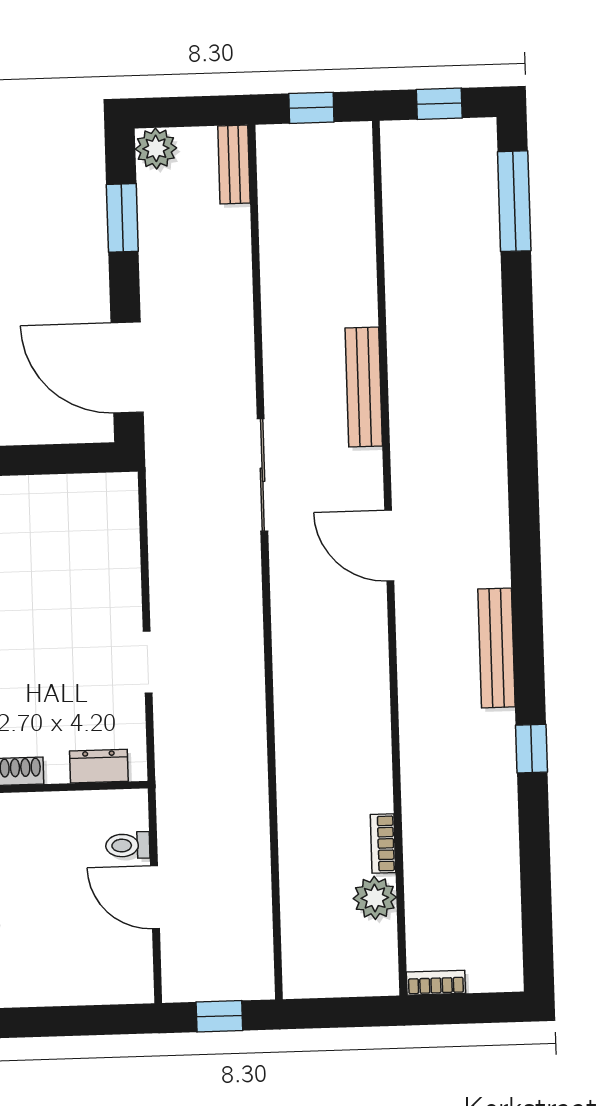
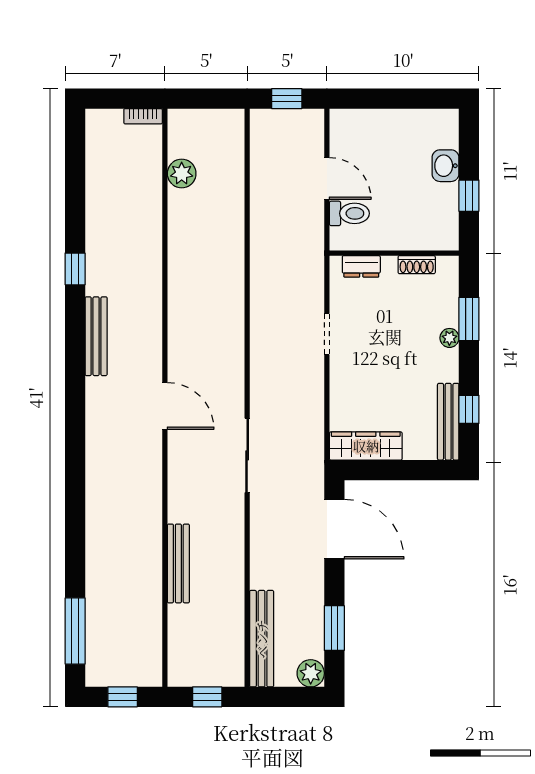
bench: (234, 165) -> (262, 639), width x1.86, depth x1.21
bench: (364, 387) -> (178, 563), moved
wardrobe: (84, 495) -> (366, 446), added
bookcase: (383, 844) -> (175, 209), removed
toilet: (128, 845) -> (349, 213), width x1.37, depth x1.39

